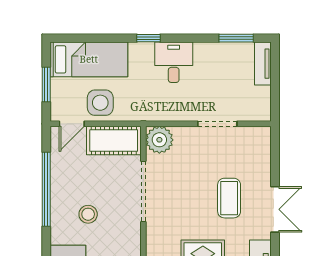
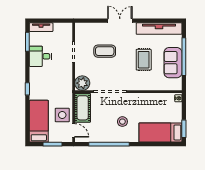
desk: (174, 62) -> (40, 56), moved
coffee table: (229, 198) -> (105, 51), moved

